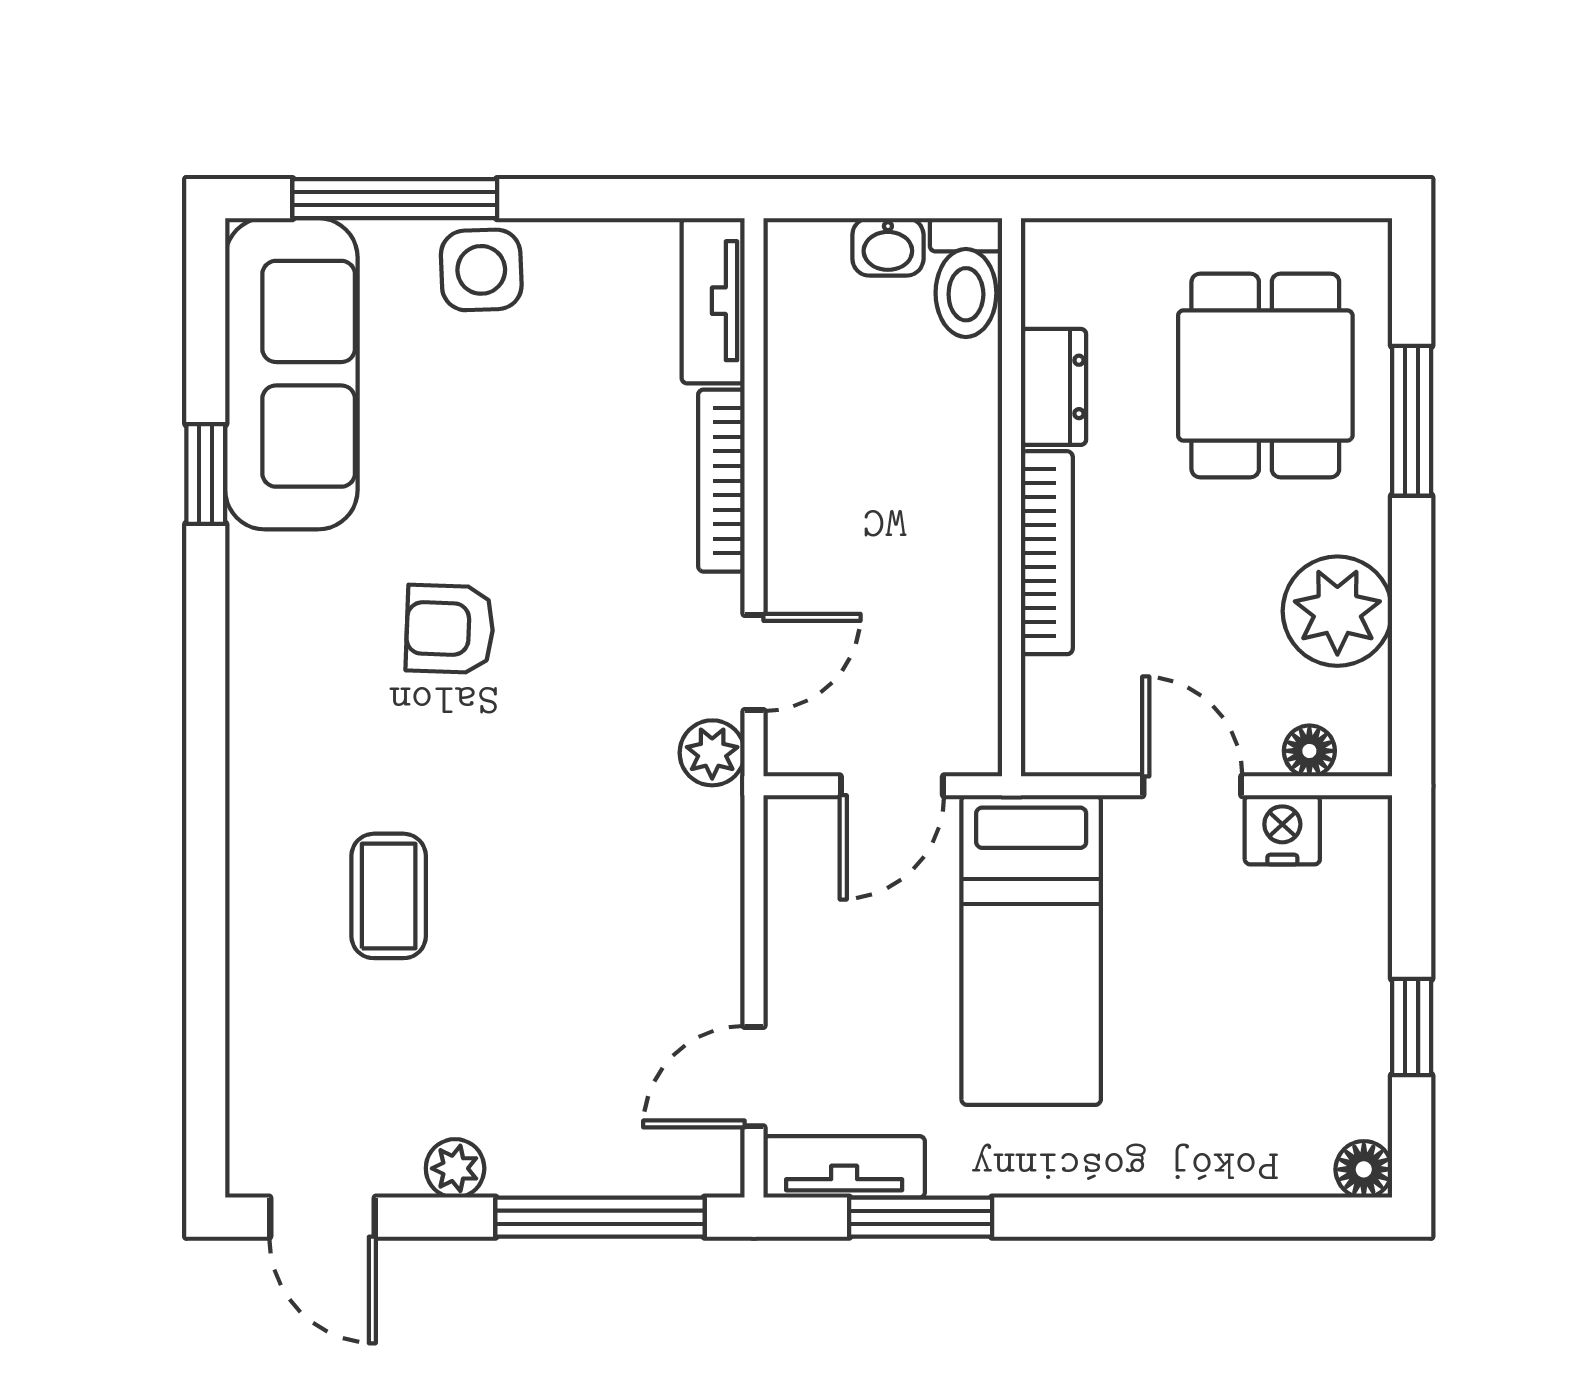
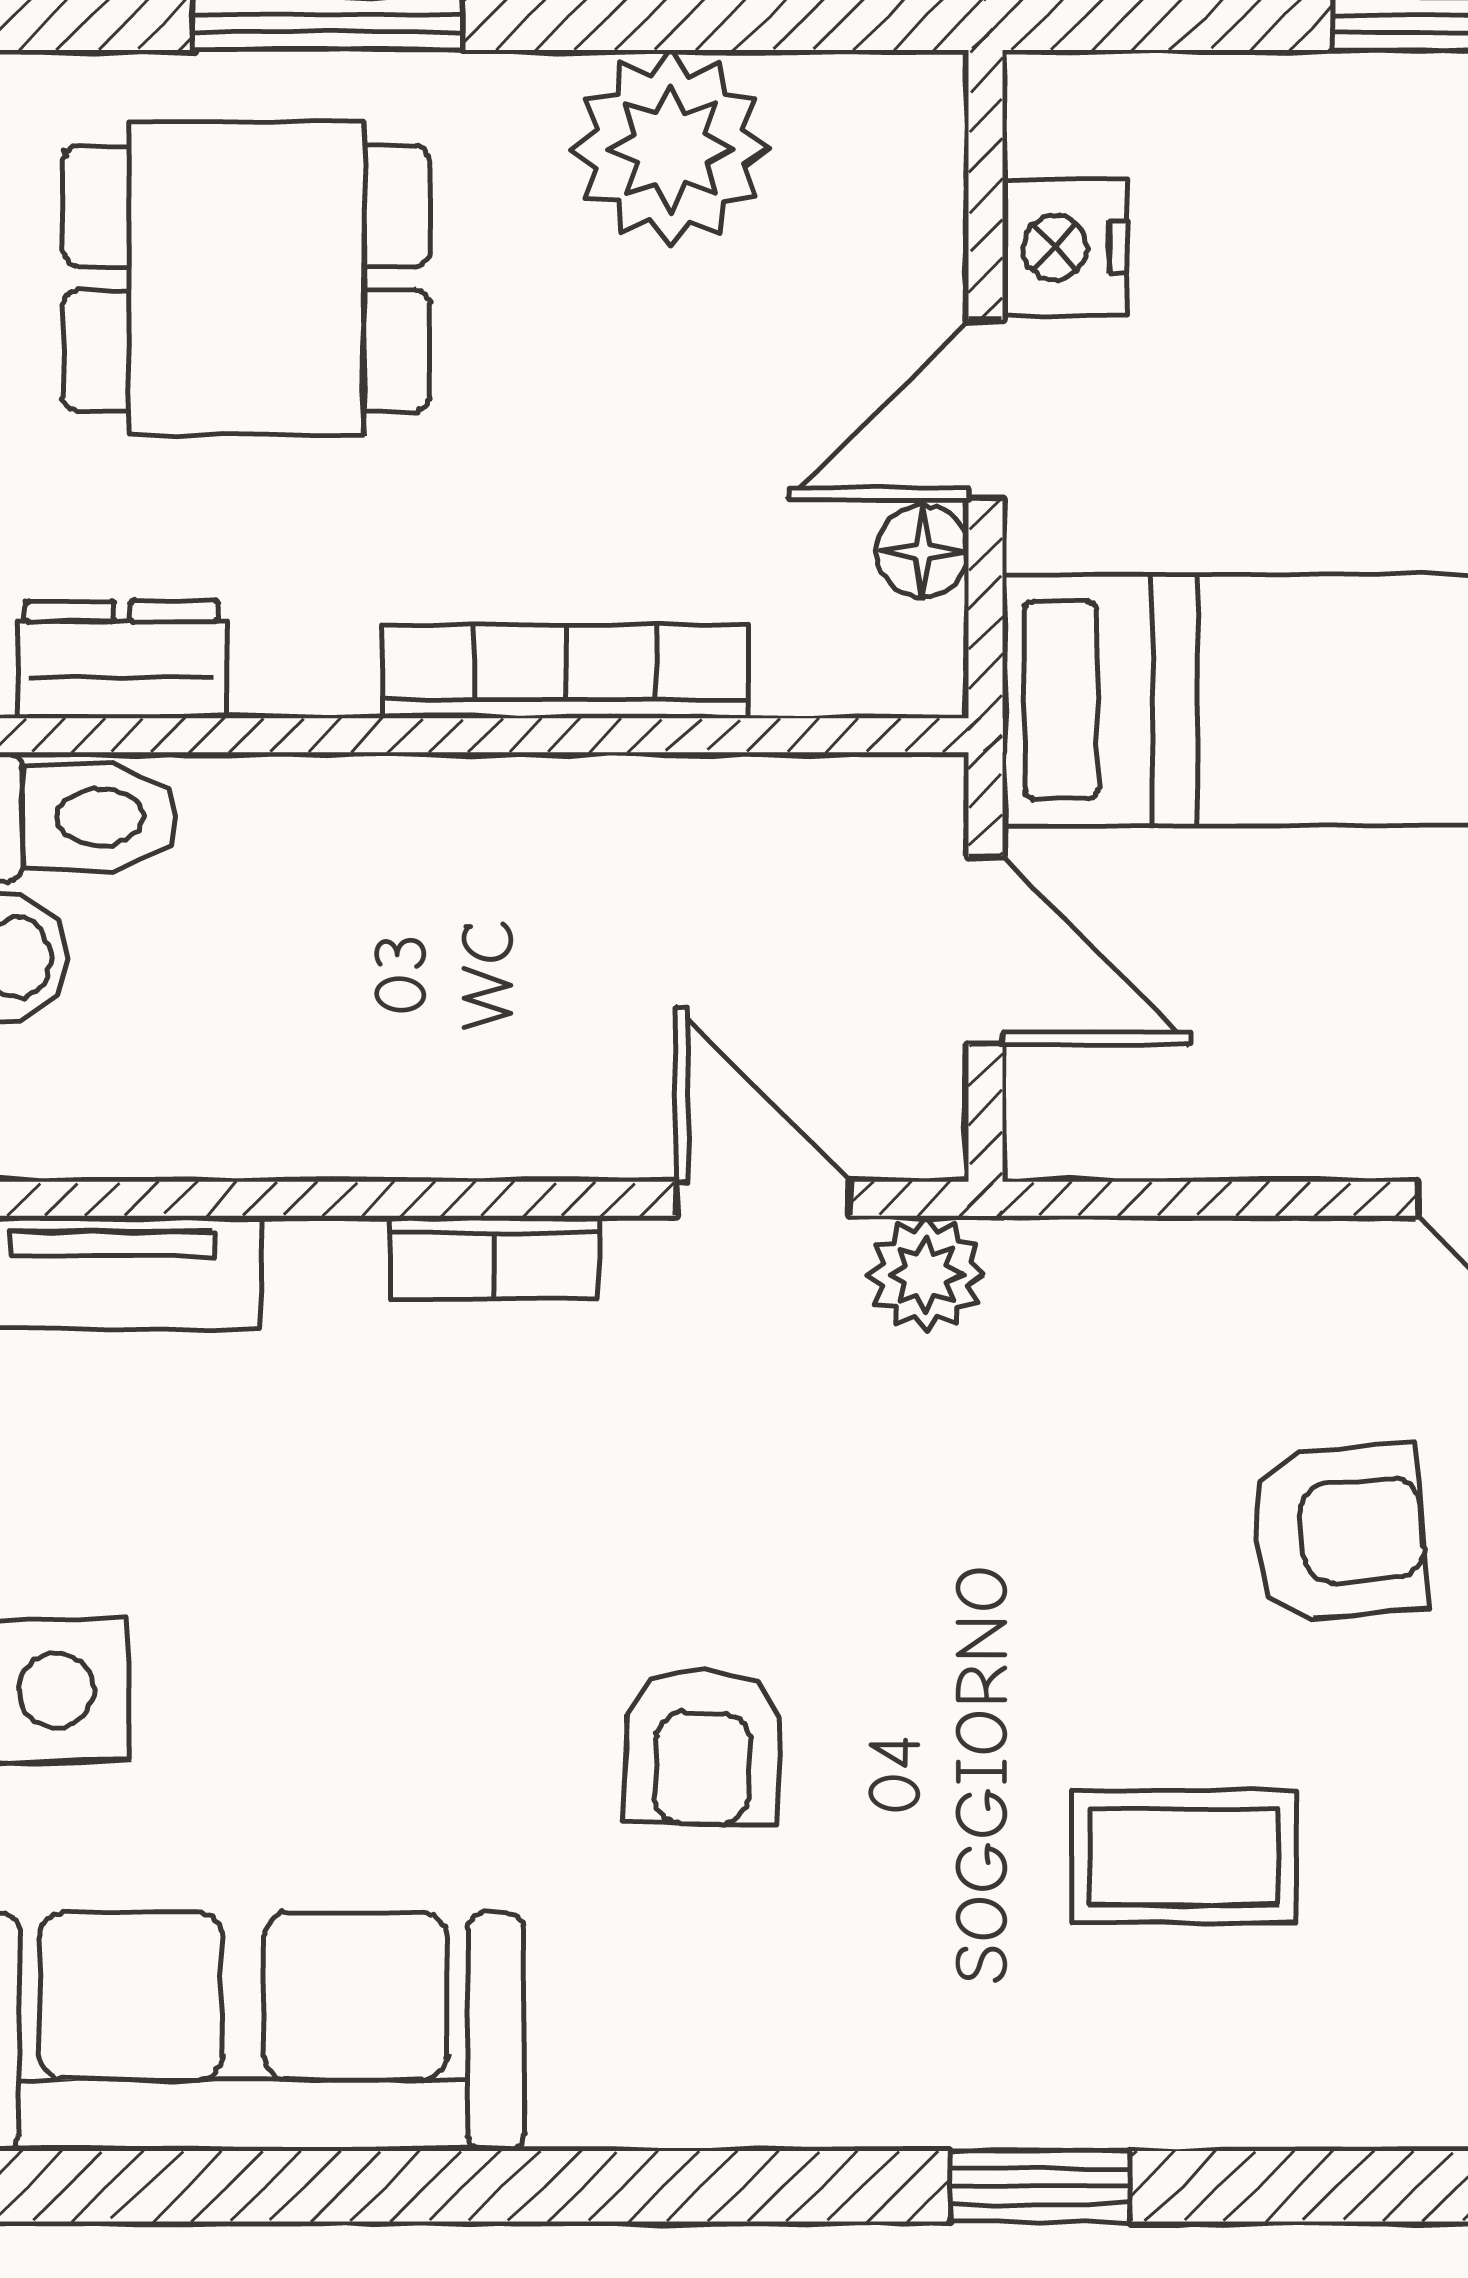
dresser: (1053, 387) -> (122, 660), moved
window: (206, 474) -> (1040, 2186), moved
bookcase: (721, 481) -> (495, 1258), width x0.64
floor lamp: (1309, 751) -> (923, 551), moved
armchair: (569, 982) -> (1339, 1532), added

